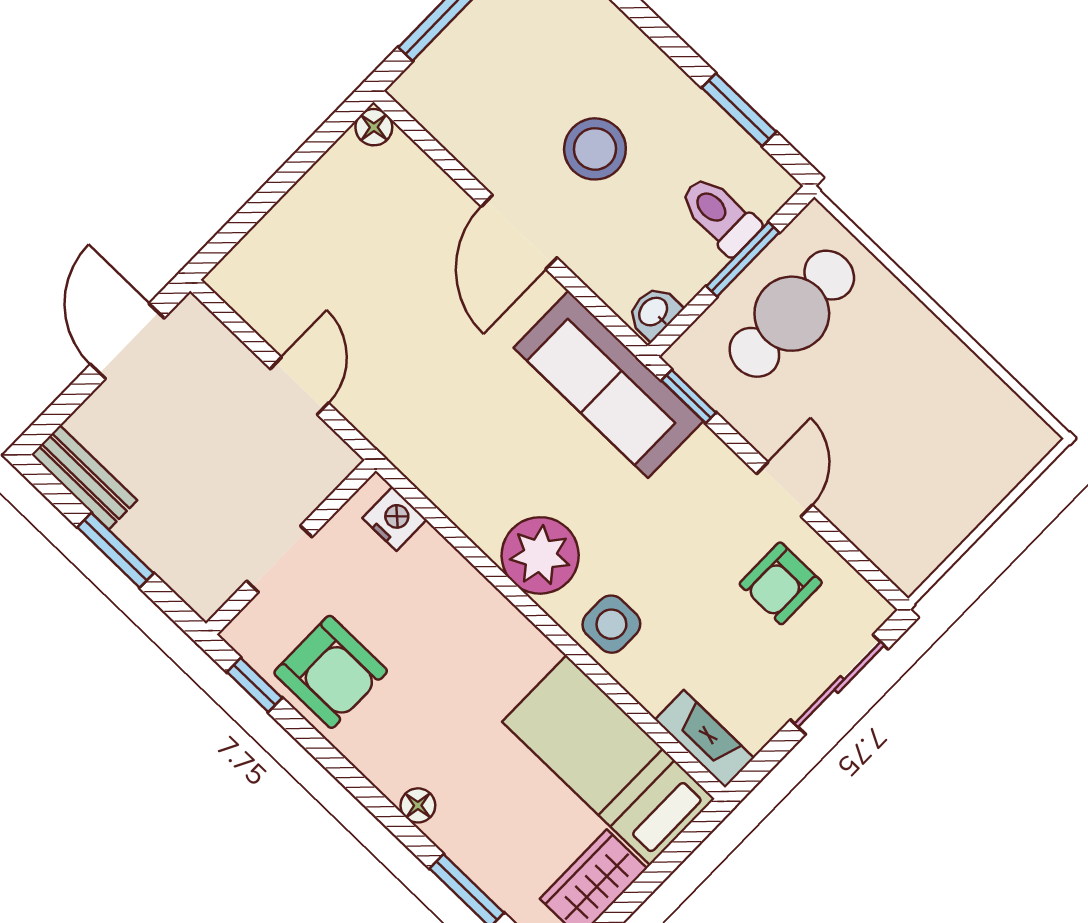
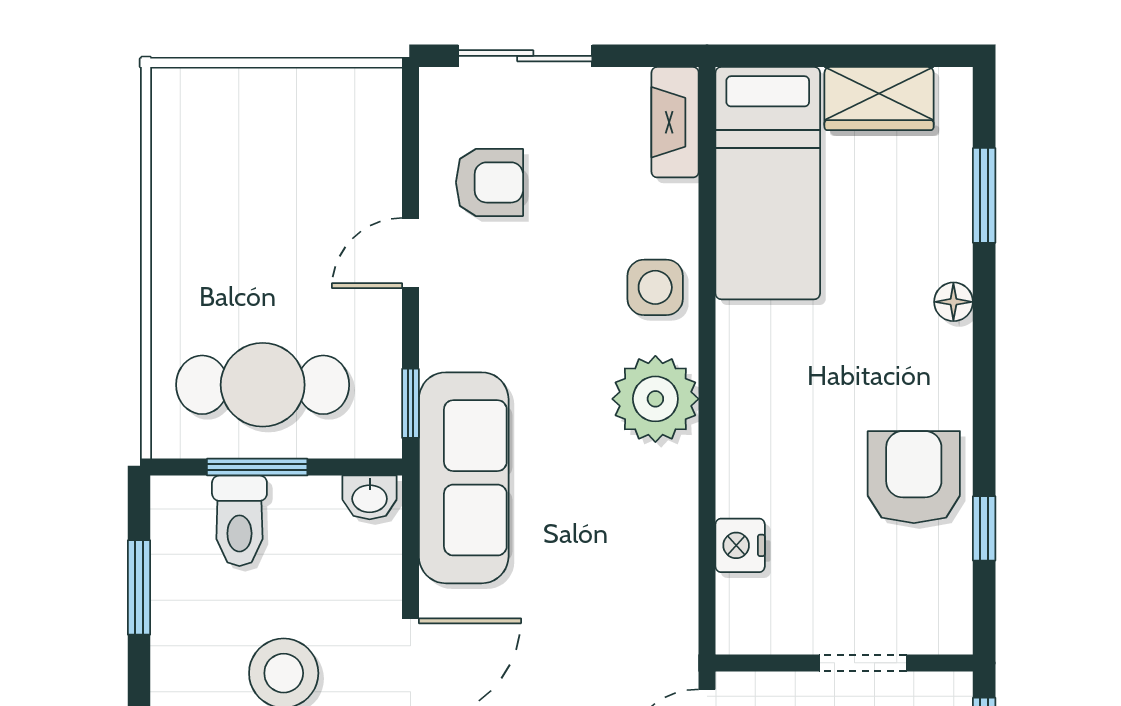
wall: (291, 547) -> (844, 663), moved
doorway: (279, 559) -> (863, 663), moved

